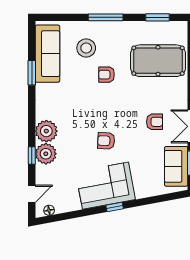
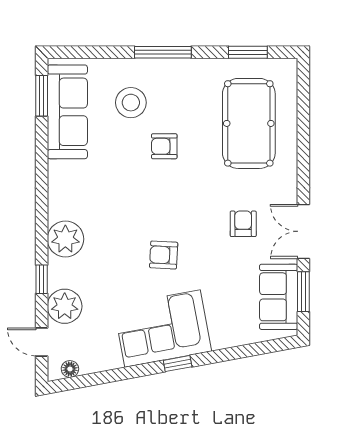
pool table: (158, 61) -> (249, 123), turned 90
window: (32, 73) -> (42, 96), moved
armchair: (155, 122) -> (243, 224), turned -90
plant: (46, 154) -> (65, 306), moved
door: (32, 194) -> (42, 342), swing flipped

